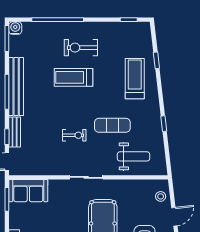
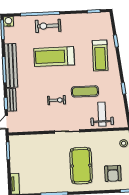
exercise bike: (81, 48) -> (48, 26), moved
treadmill: (74, 77) -> (54, 57), width x1.37, depth x1.38
treadmill: (135, 79) -> (100, 55), turned 180
weight bench: (134, 156) -> (102, 114), turned -90
sofa: (28, 191) -> (24, 143), removed

